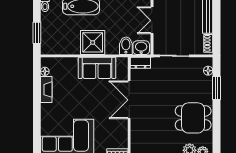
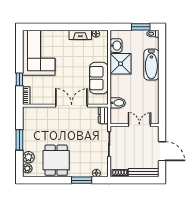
window: (37, 33) -> (141, 27), moved
shower: (93, 42) -> (121, 64), moved
washbasin: (141, 48) -> (116, 46), moved

